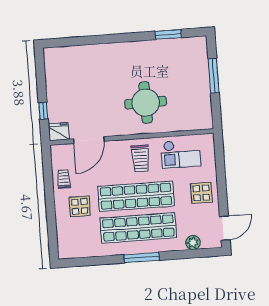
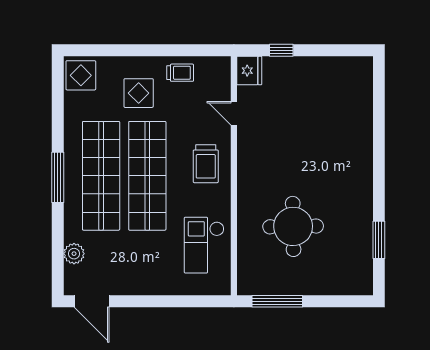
window: (214, 76) -> (277, 301), moved
round table: (146, 103) -> (293, 226), moved
door: (89, 140) -> (234, 113), width x0.53
trolley: (140, 158) -> (206, 164), moved, turned -90
display table: (201, 193) -> (81, 75), moved

